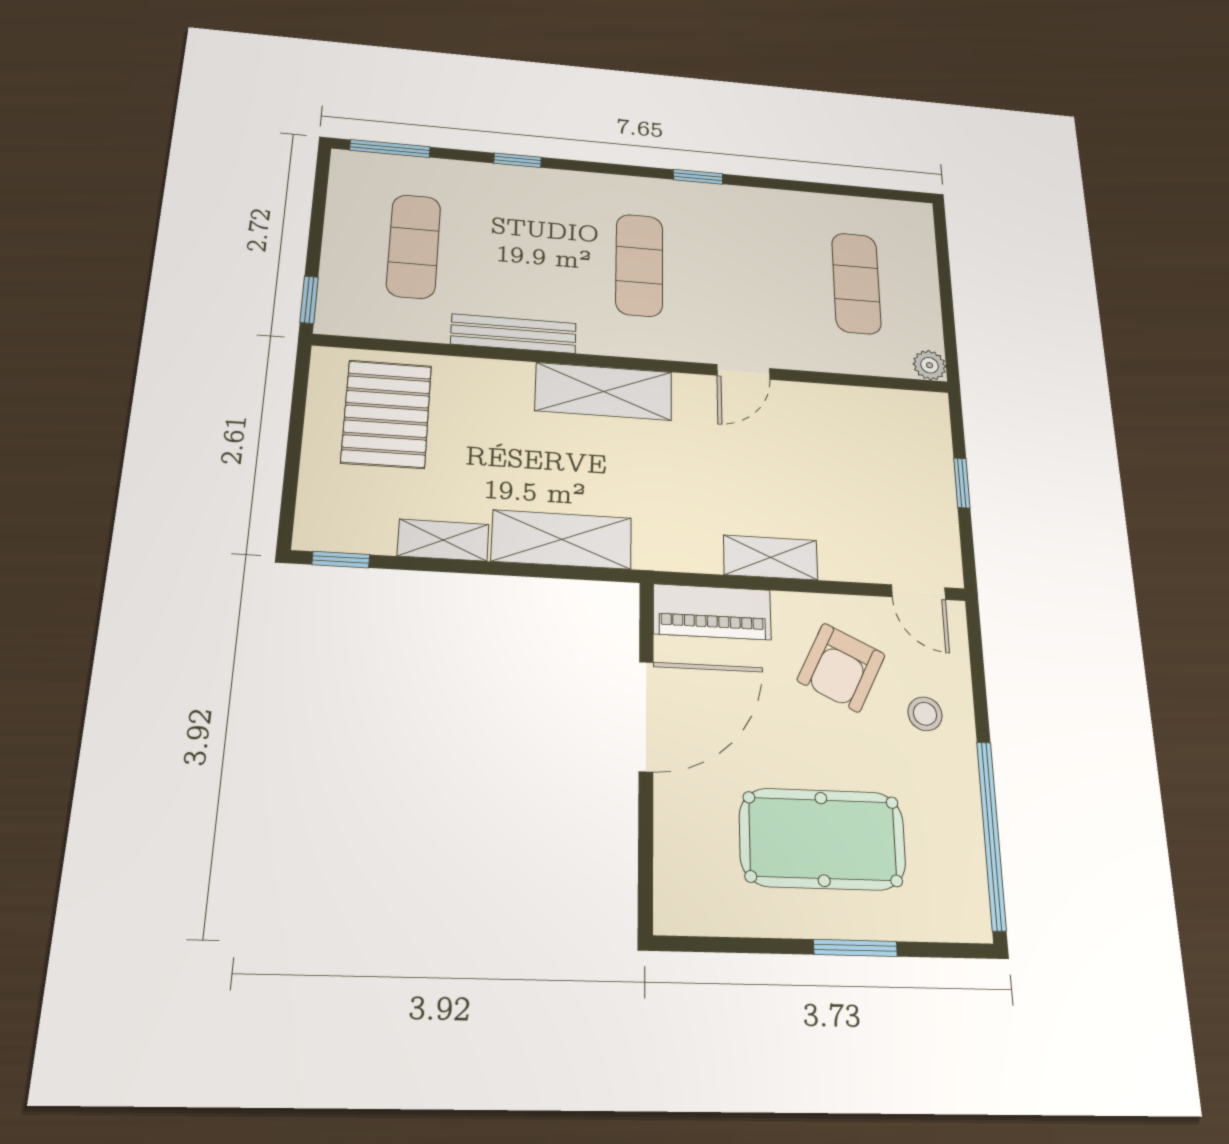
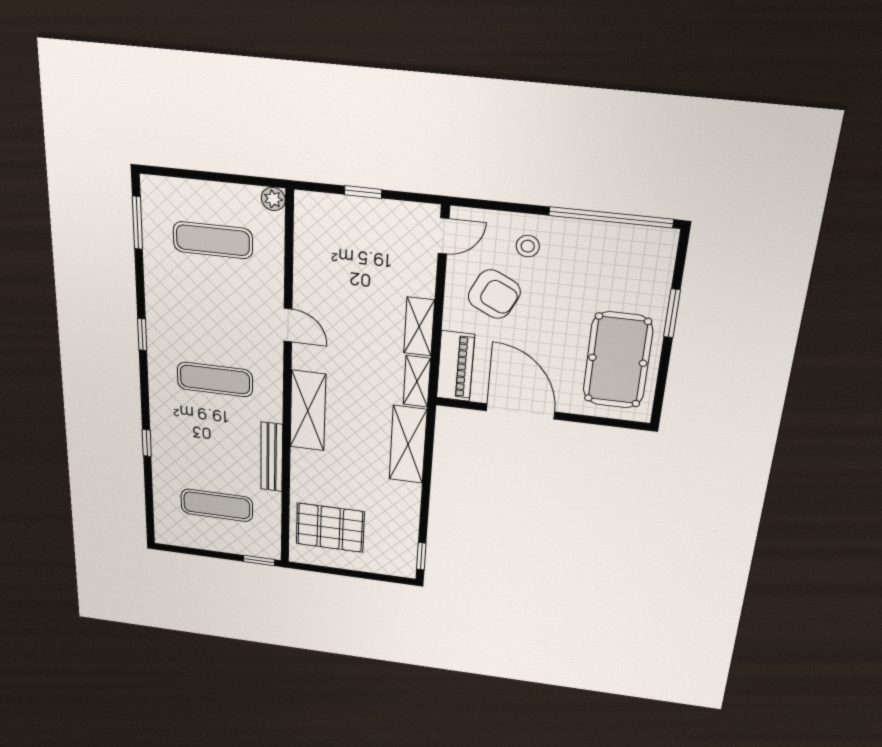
window: (390, 149) -> (137, 223), moved
shelving: (443, 540) -> (417, 381), moved
pool table: (823, 839) -> (618, 360), moved

